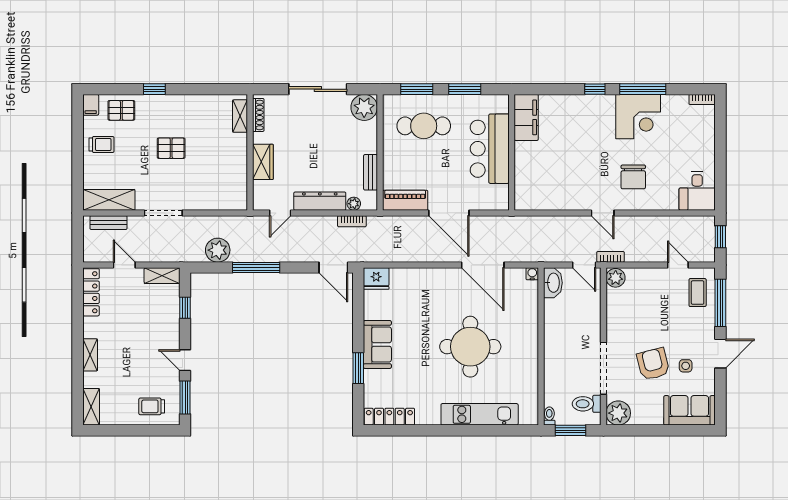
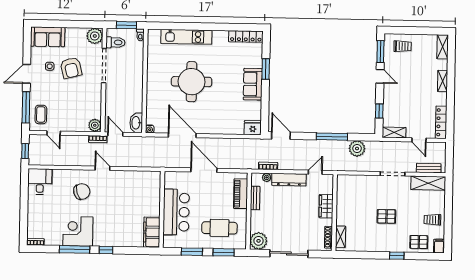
chair: (633, 177) -> (82, 192), turned 74
piano: (405, 200) -> (241, 194), moved, turned 90

